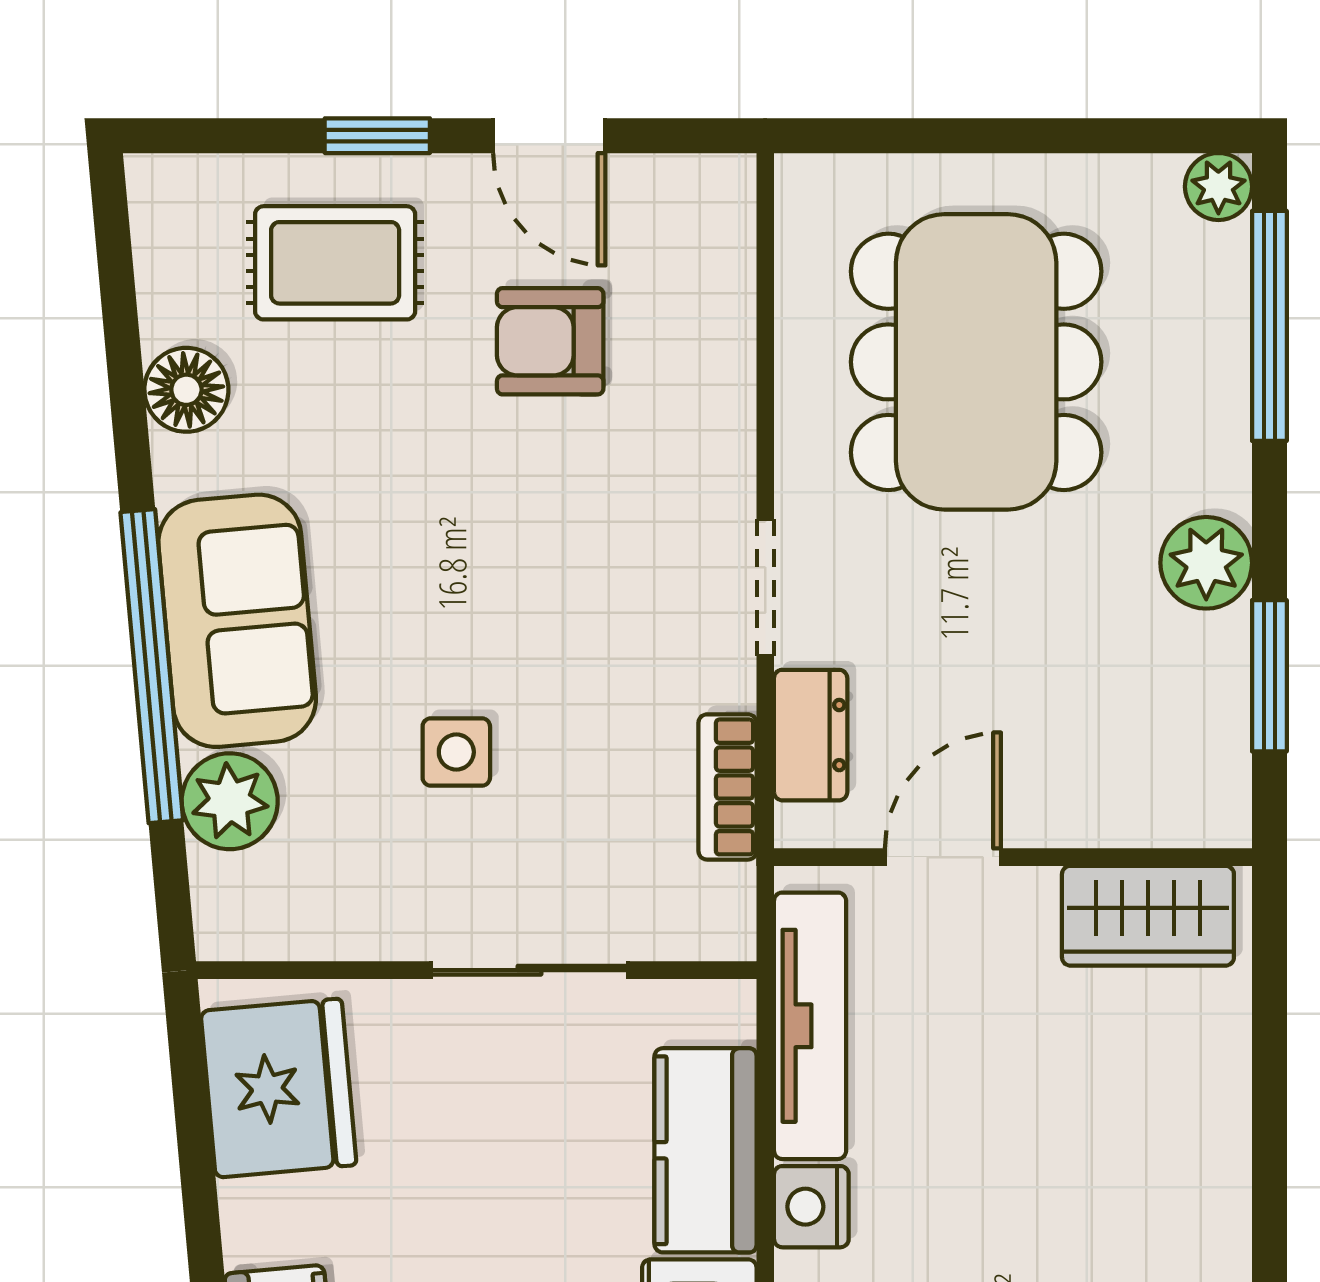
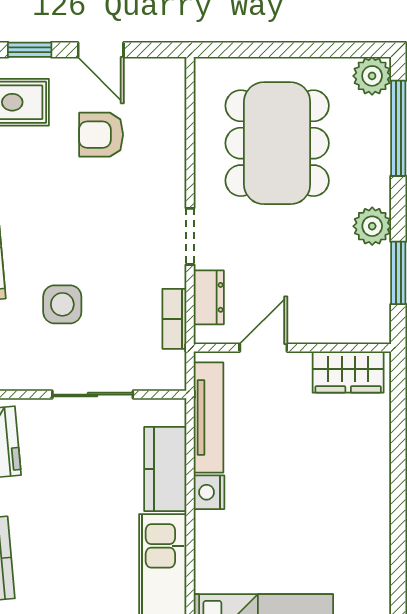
plant: (1218, 187) -> (372, 76), width x1.38, depth x1.38
side table: (456, 752) -> (62, 304), width x1.37, depth x1.37

